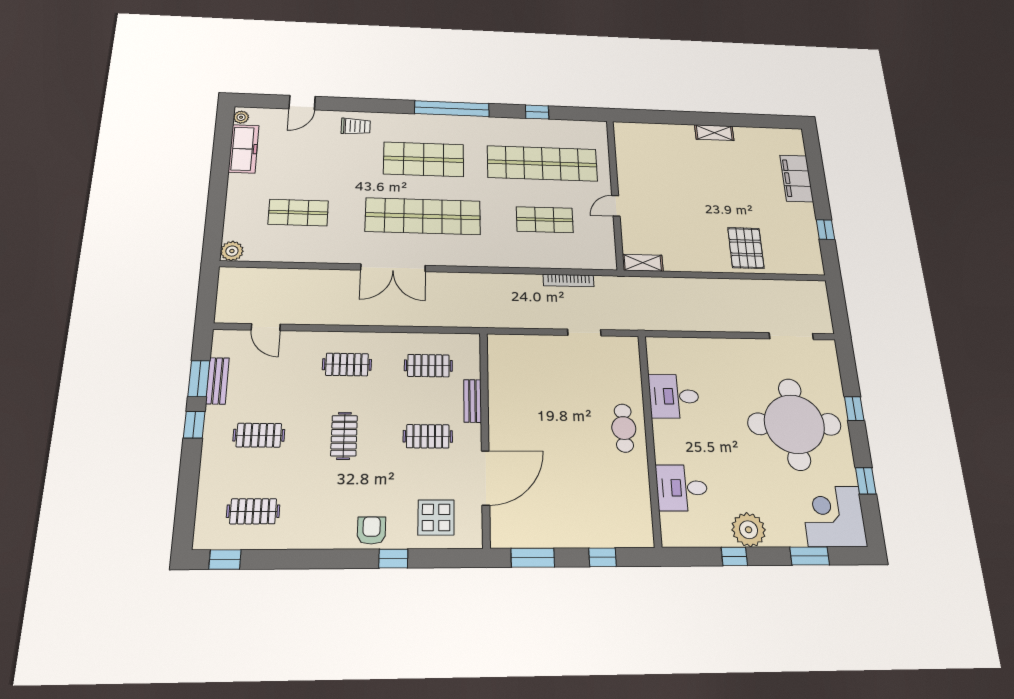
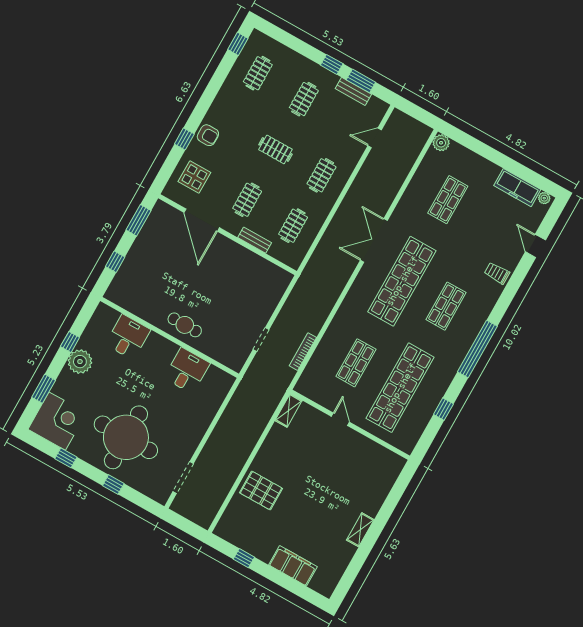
trolley: (356, 126) -> (497, 273), turned 90
shop shelf: (424, 159) -> (446, 306), width x0.70, depth x0.74

